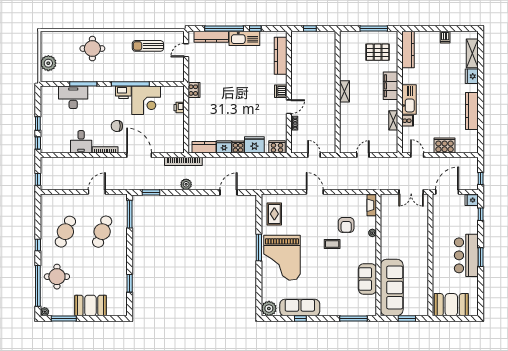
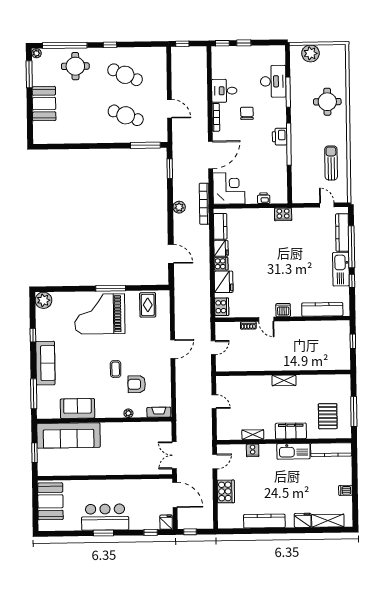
kitchen sink: (409, 99) -> (293, 451), moved
corner desk: (146, 100) -> (229, 188), moved, turned 180
chair: (117, 126) -> (247, 113), moved
rug: (274, 214) -> (148, 305), turned 90
window: (130, 283) -> (69, 146), removed
sofa: (300, 308) -> (45, 363), moved

